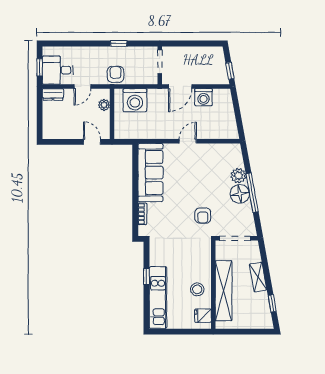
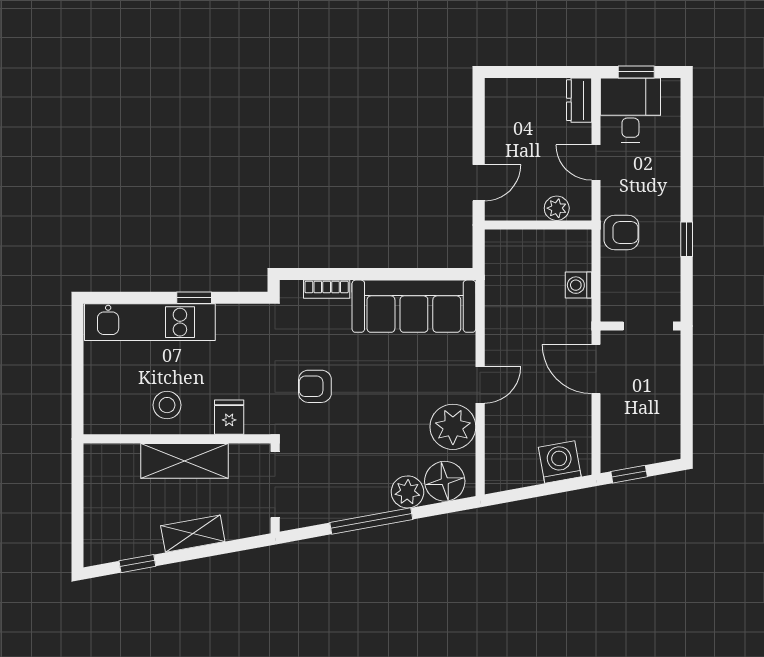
washing machine: (203, 97) -> (560, 462), moved, turned 80
washing machine: (135, 100) -> (578, 285), width x0.53, depth x0.53
door: (188, 141) -> (480, 385), hinge flipped
plant: (207, 154) -> (453, 427), added
floor lamp: (240, 194) -> (445, 481), moved
armchair: (203, 216) -> (315, 386), moved
shelving: (224, 291) -> (184, 461), width x0.68
fridge: (203, 316) -> (229, 417), moved

